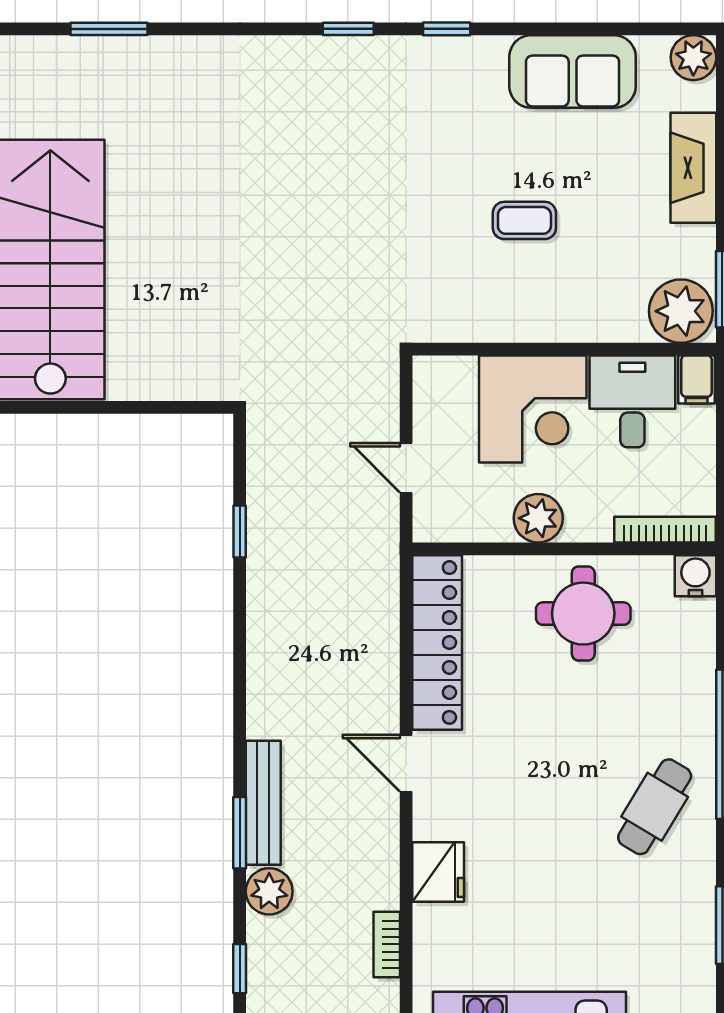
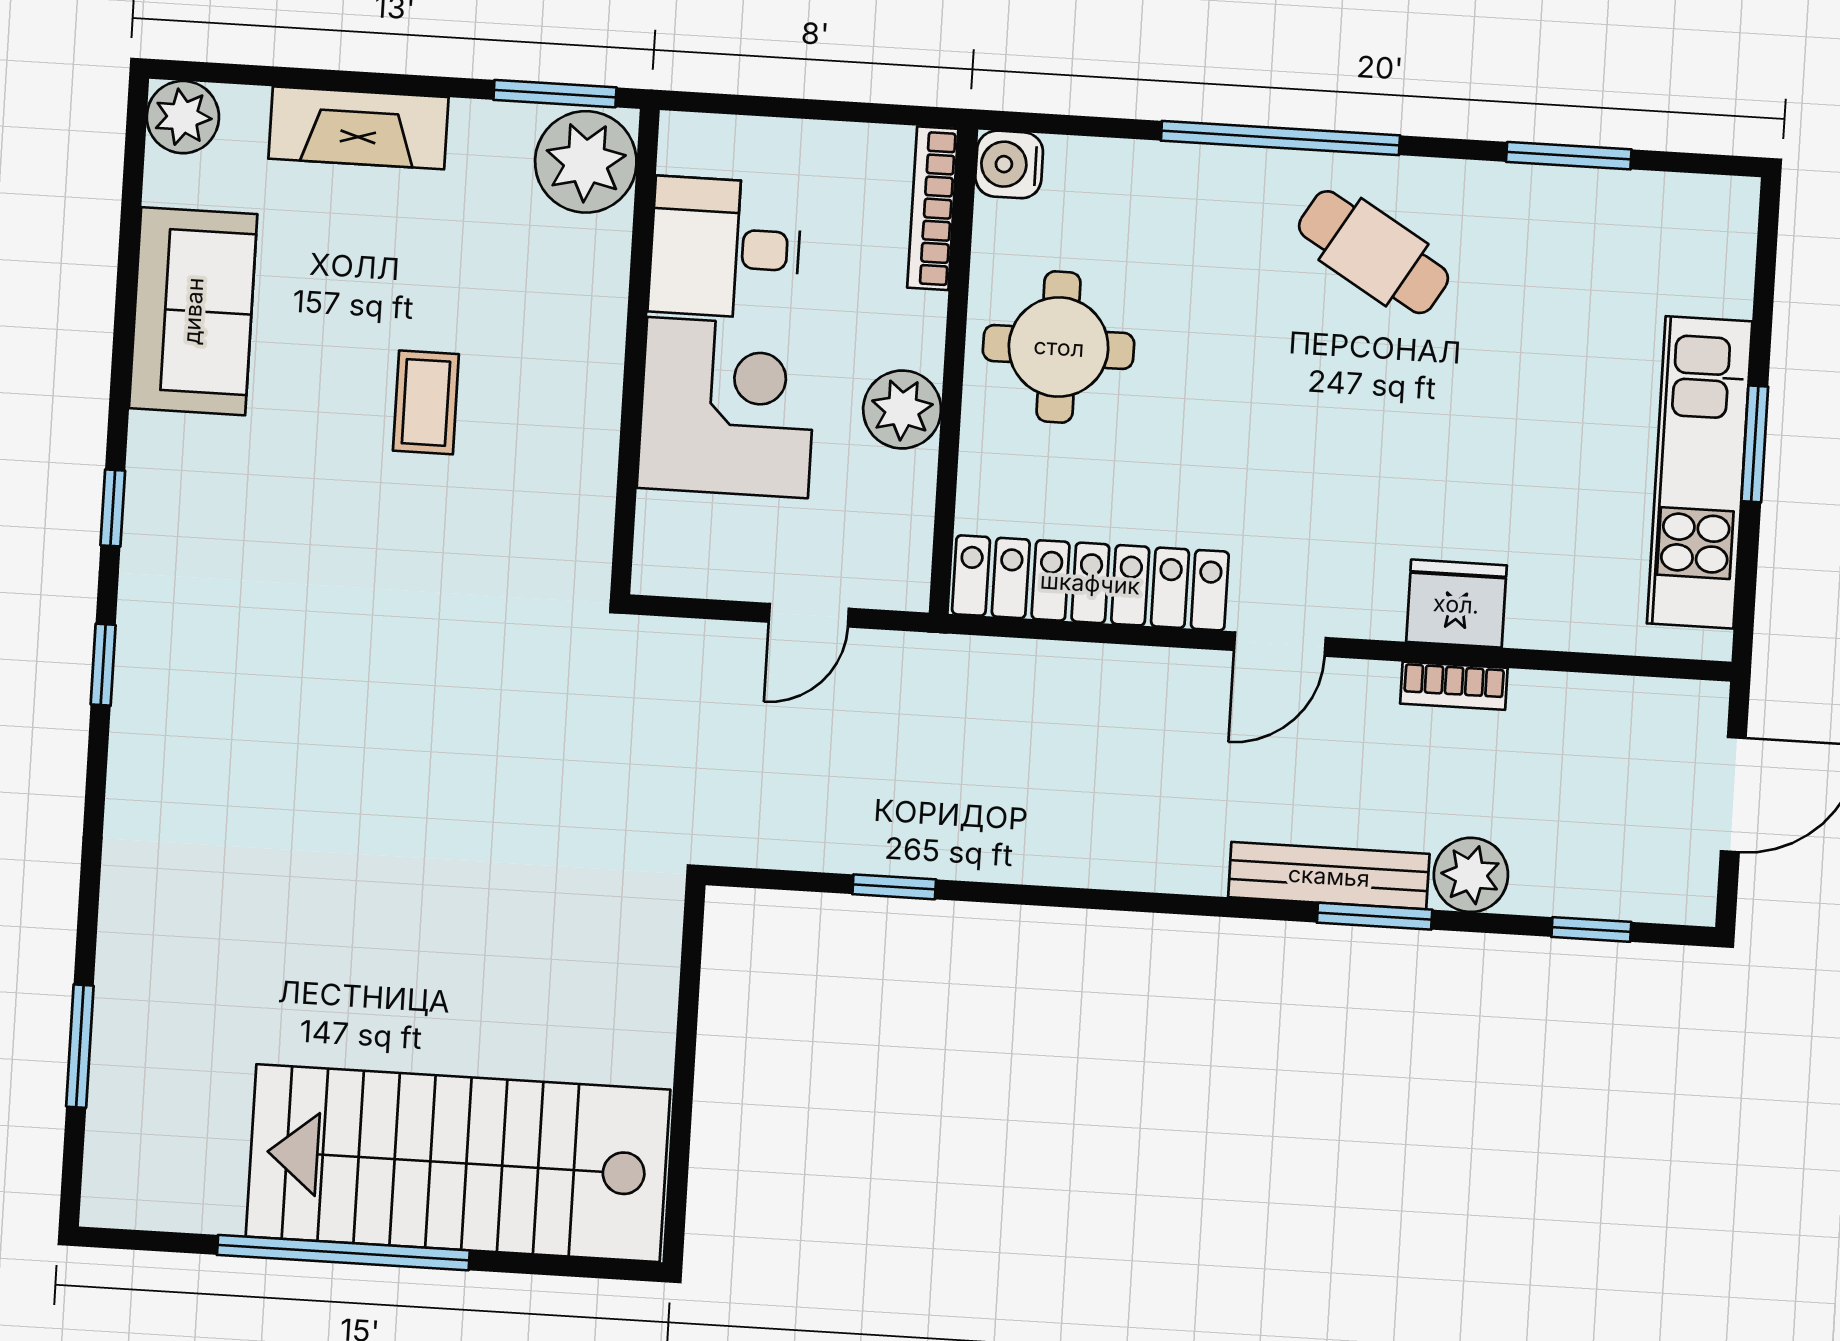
filing cabinet: (697, 379) -> (696, 144), removed
bookcase: (387, 944) -> (1454, 686), moved

